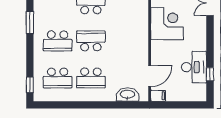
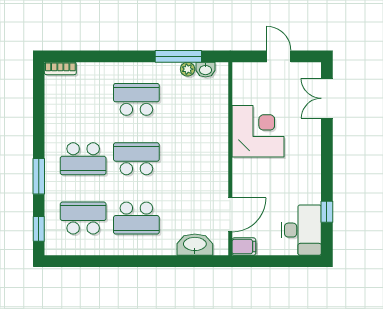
window: (30, 22) -> (39, 176), moved
desk: (194, 67) -> (301, 230), moved
school desk: (58, 78) -> (83, 218), turned 180

